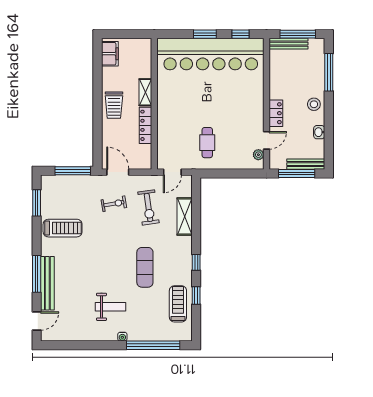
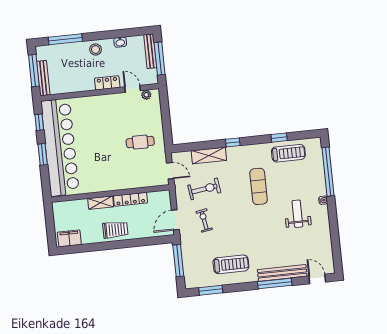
treadmill: (63, 228) -> (231, 264), turned 90
window: (196, 262) -> (233, 142), moved
exercise mat: (145, 267) -> (259, 186), turned 90
treadmill: (178, 304) -> (288, 153), turned 180

